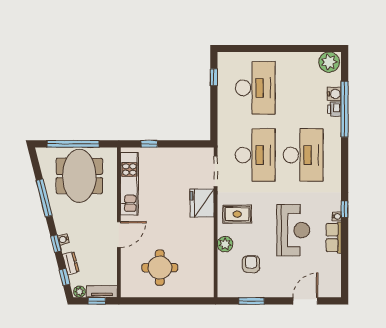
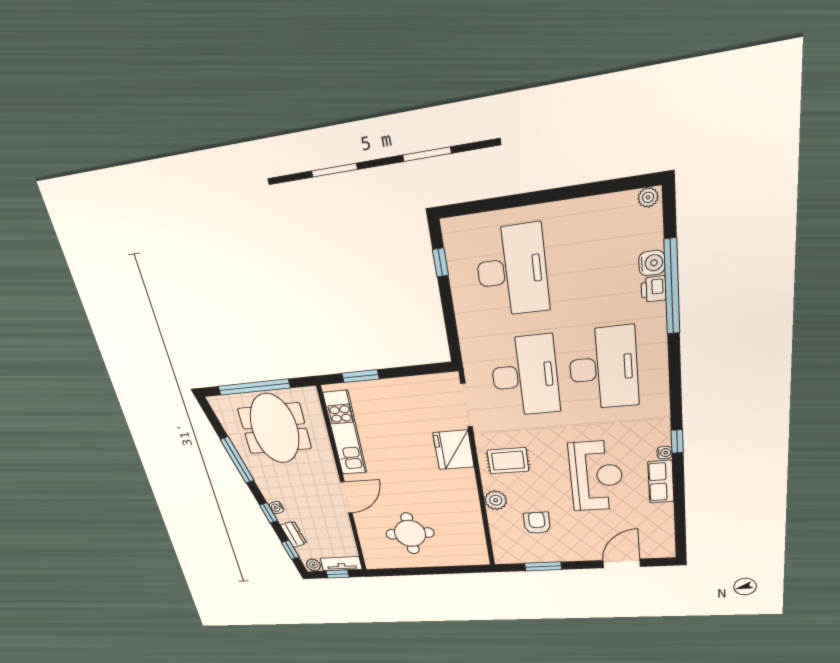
plant: (329, 62) -> (648, 197), width x0.53, depth x0.53
window: (149, 144) -> (361, 376), width x1.50

